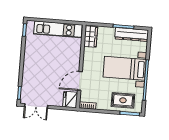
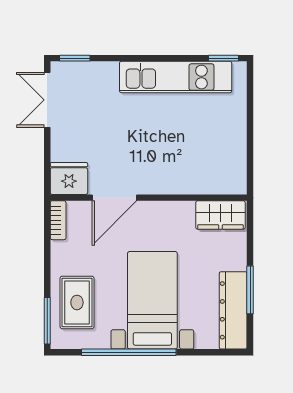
kitchen unit: (58, 29) -> (176, 77), moved, turned -90
door: (80, 81) -> (114, 198), swing flipped

